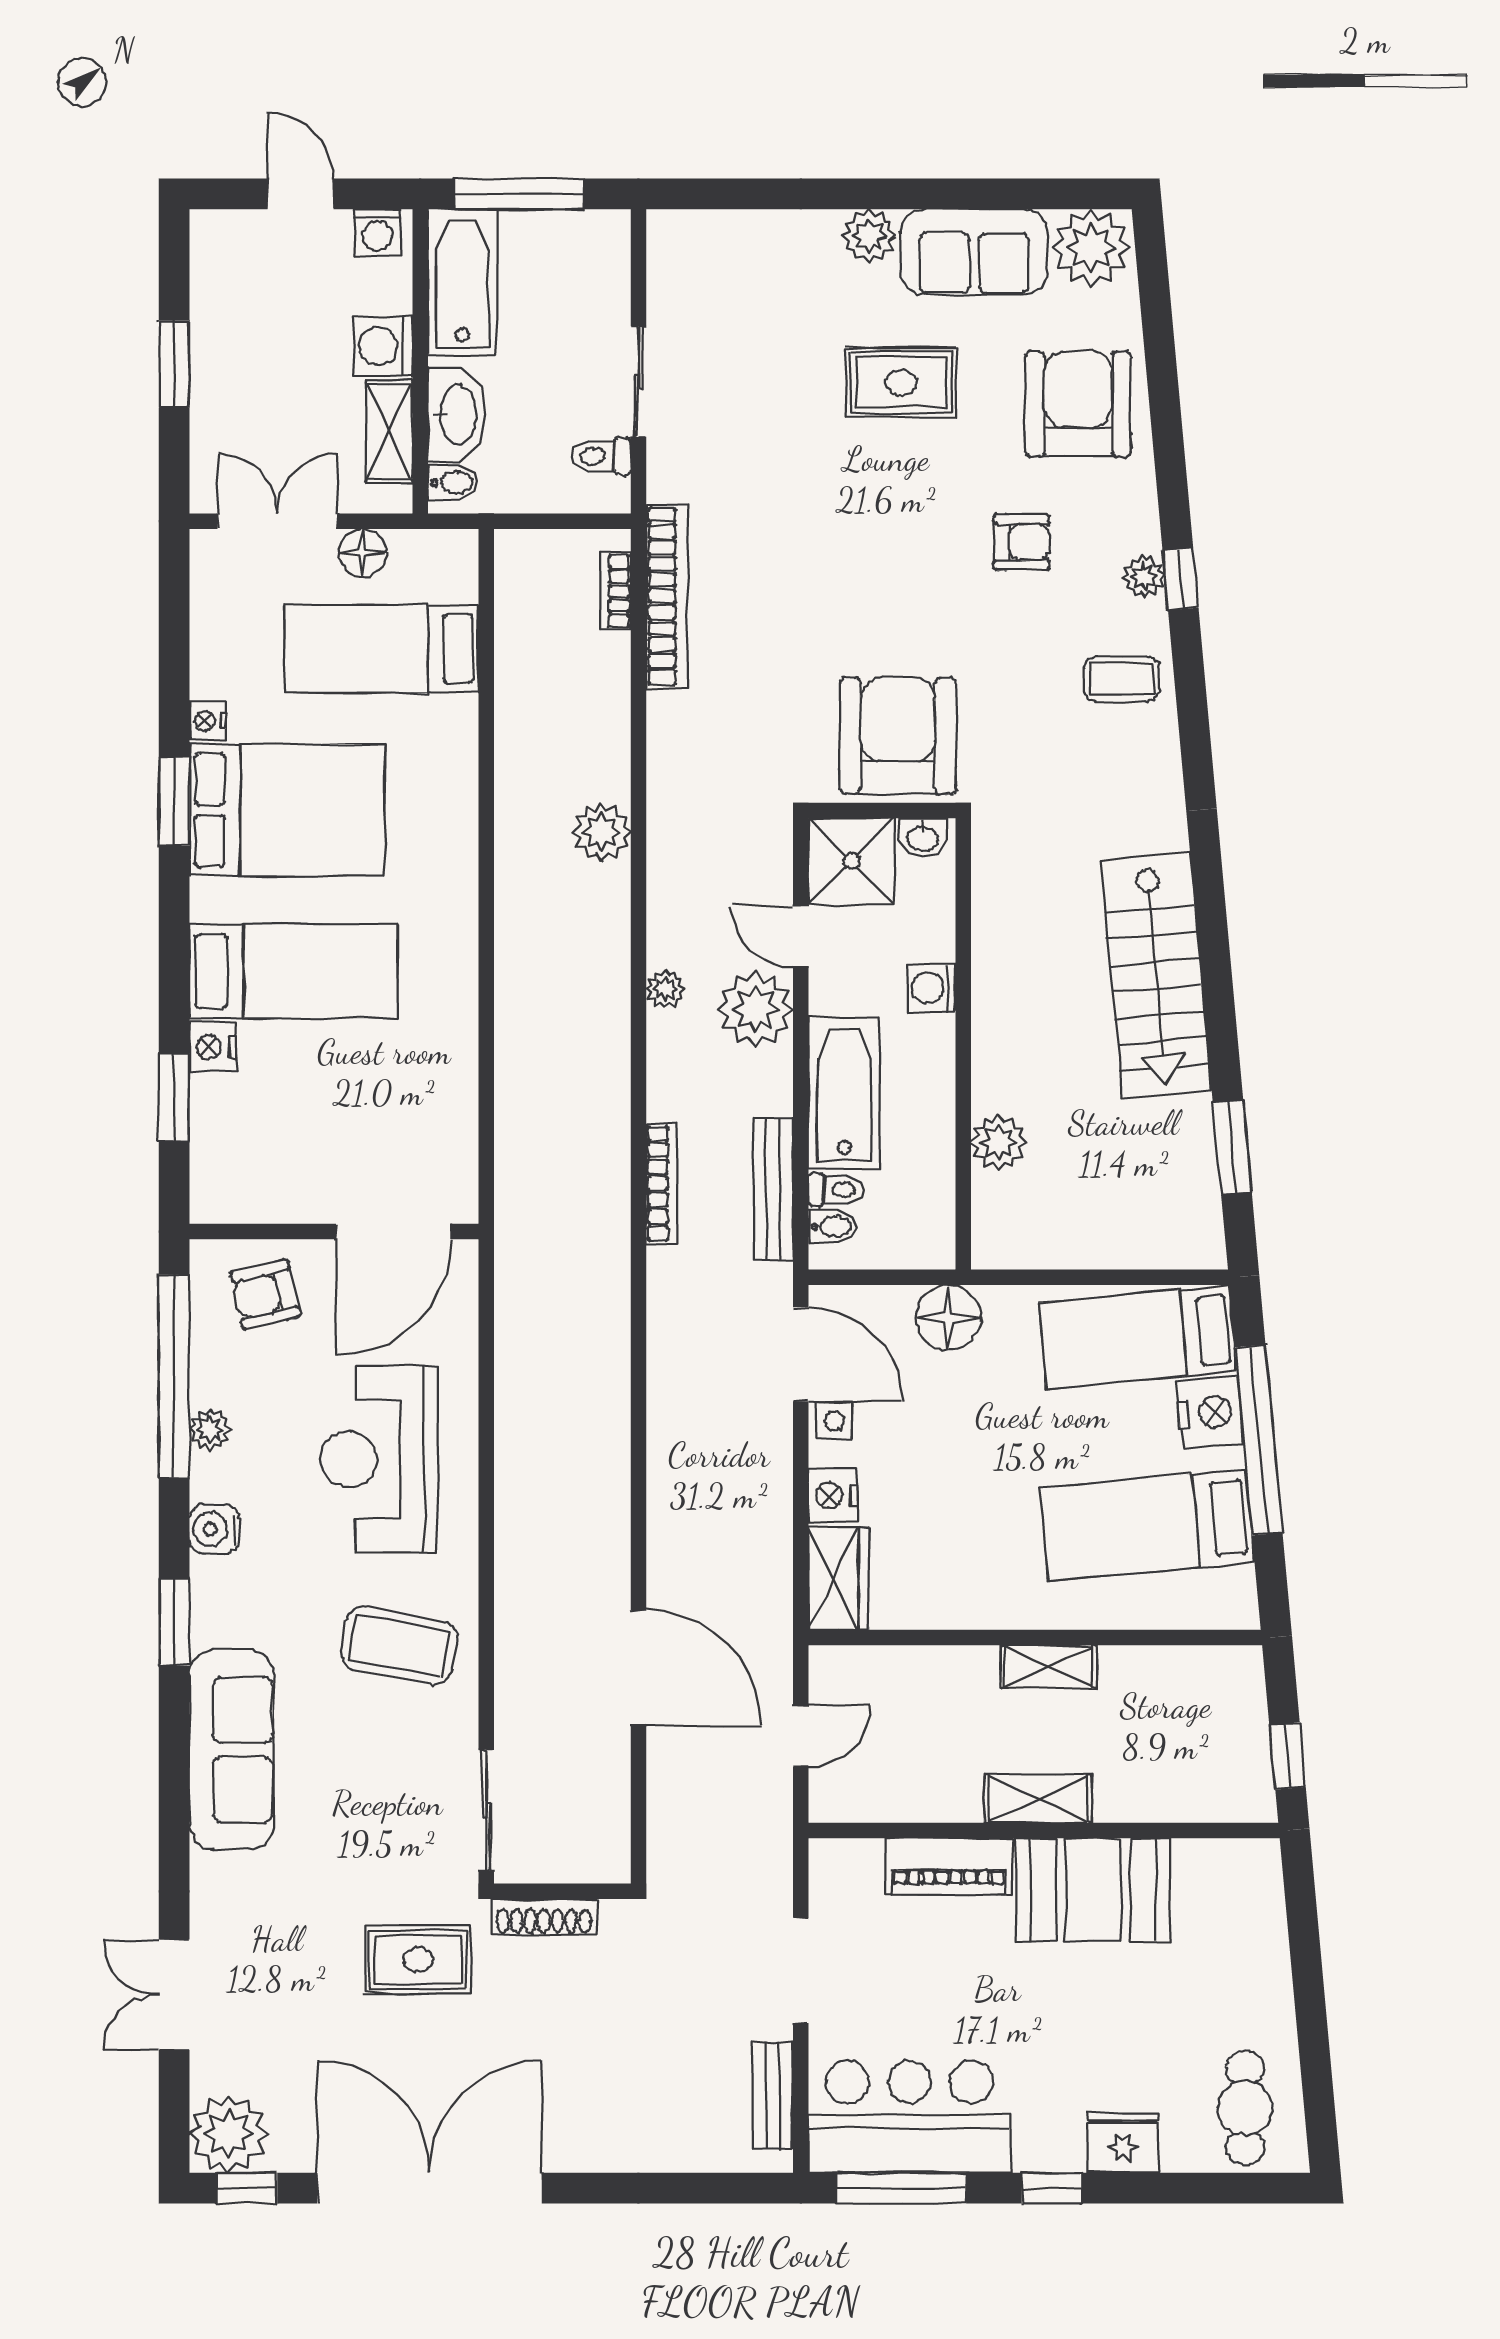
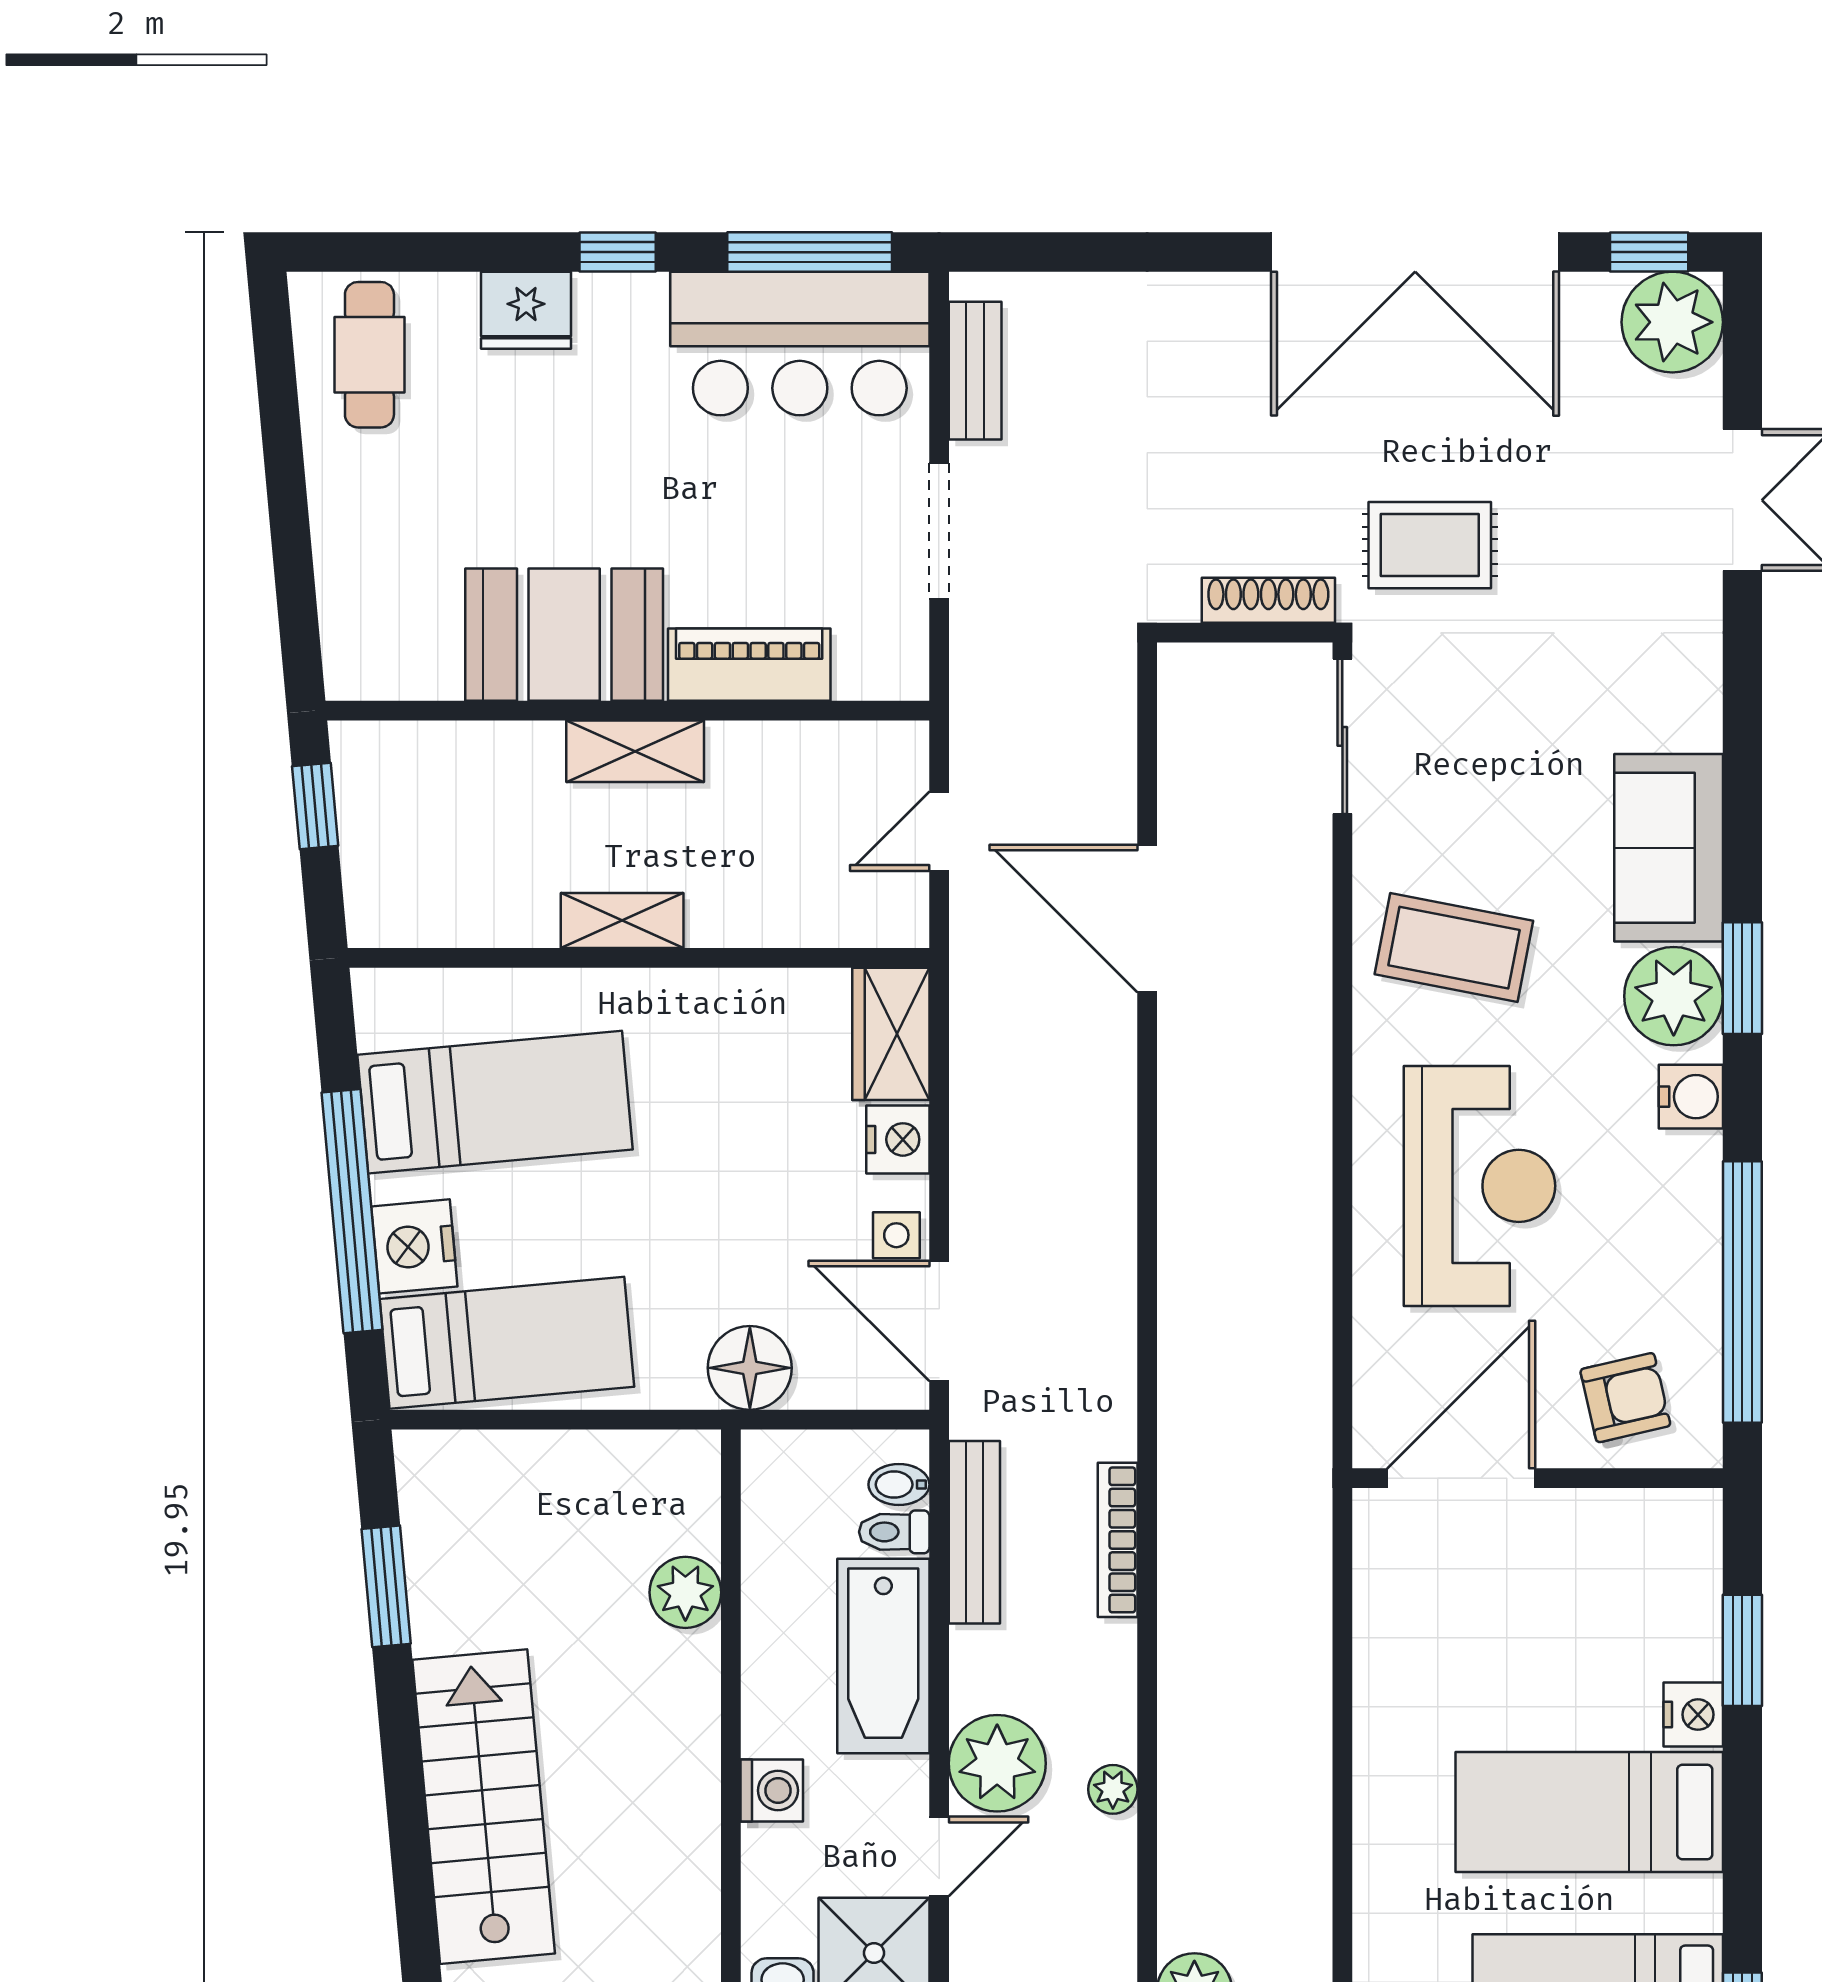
door: (801, 937) -> (939, 1856), hinge flipped
plant: (210, 1429) -> (1674, 996), moved, width x1.88, depth x1.88
sofa: (232, 1750) -> (1669, 848), width x0.73

